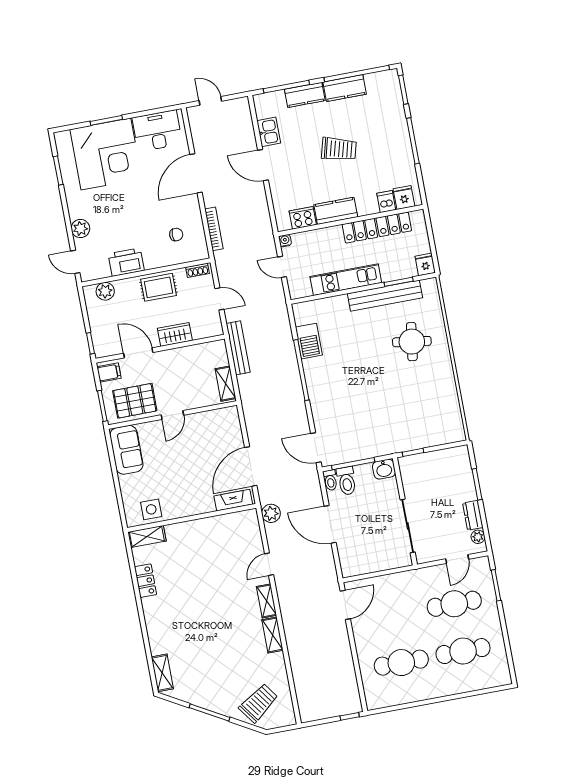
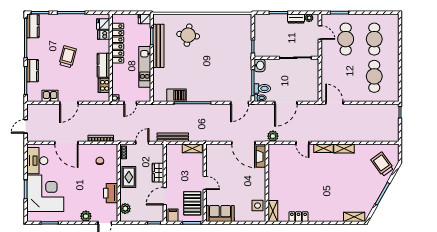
kitchen counter: (345, 88) -> (33, 26), moved

